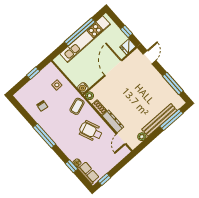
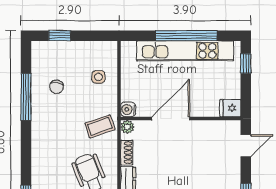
window: (127, 31) -> (246, 64), moved
door: (113, 68) -> (171, 119), moved
window: (33, 73) -> (60, 36), moved
window: (44, 136) -> (26, 97), moved

